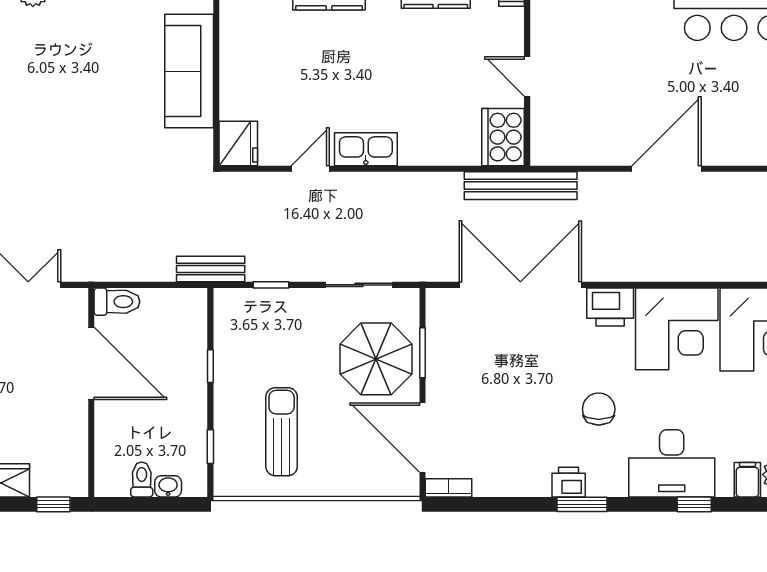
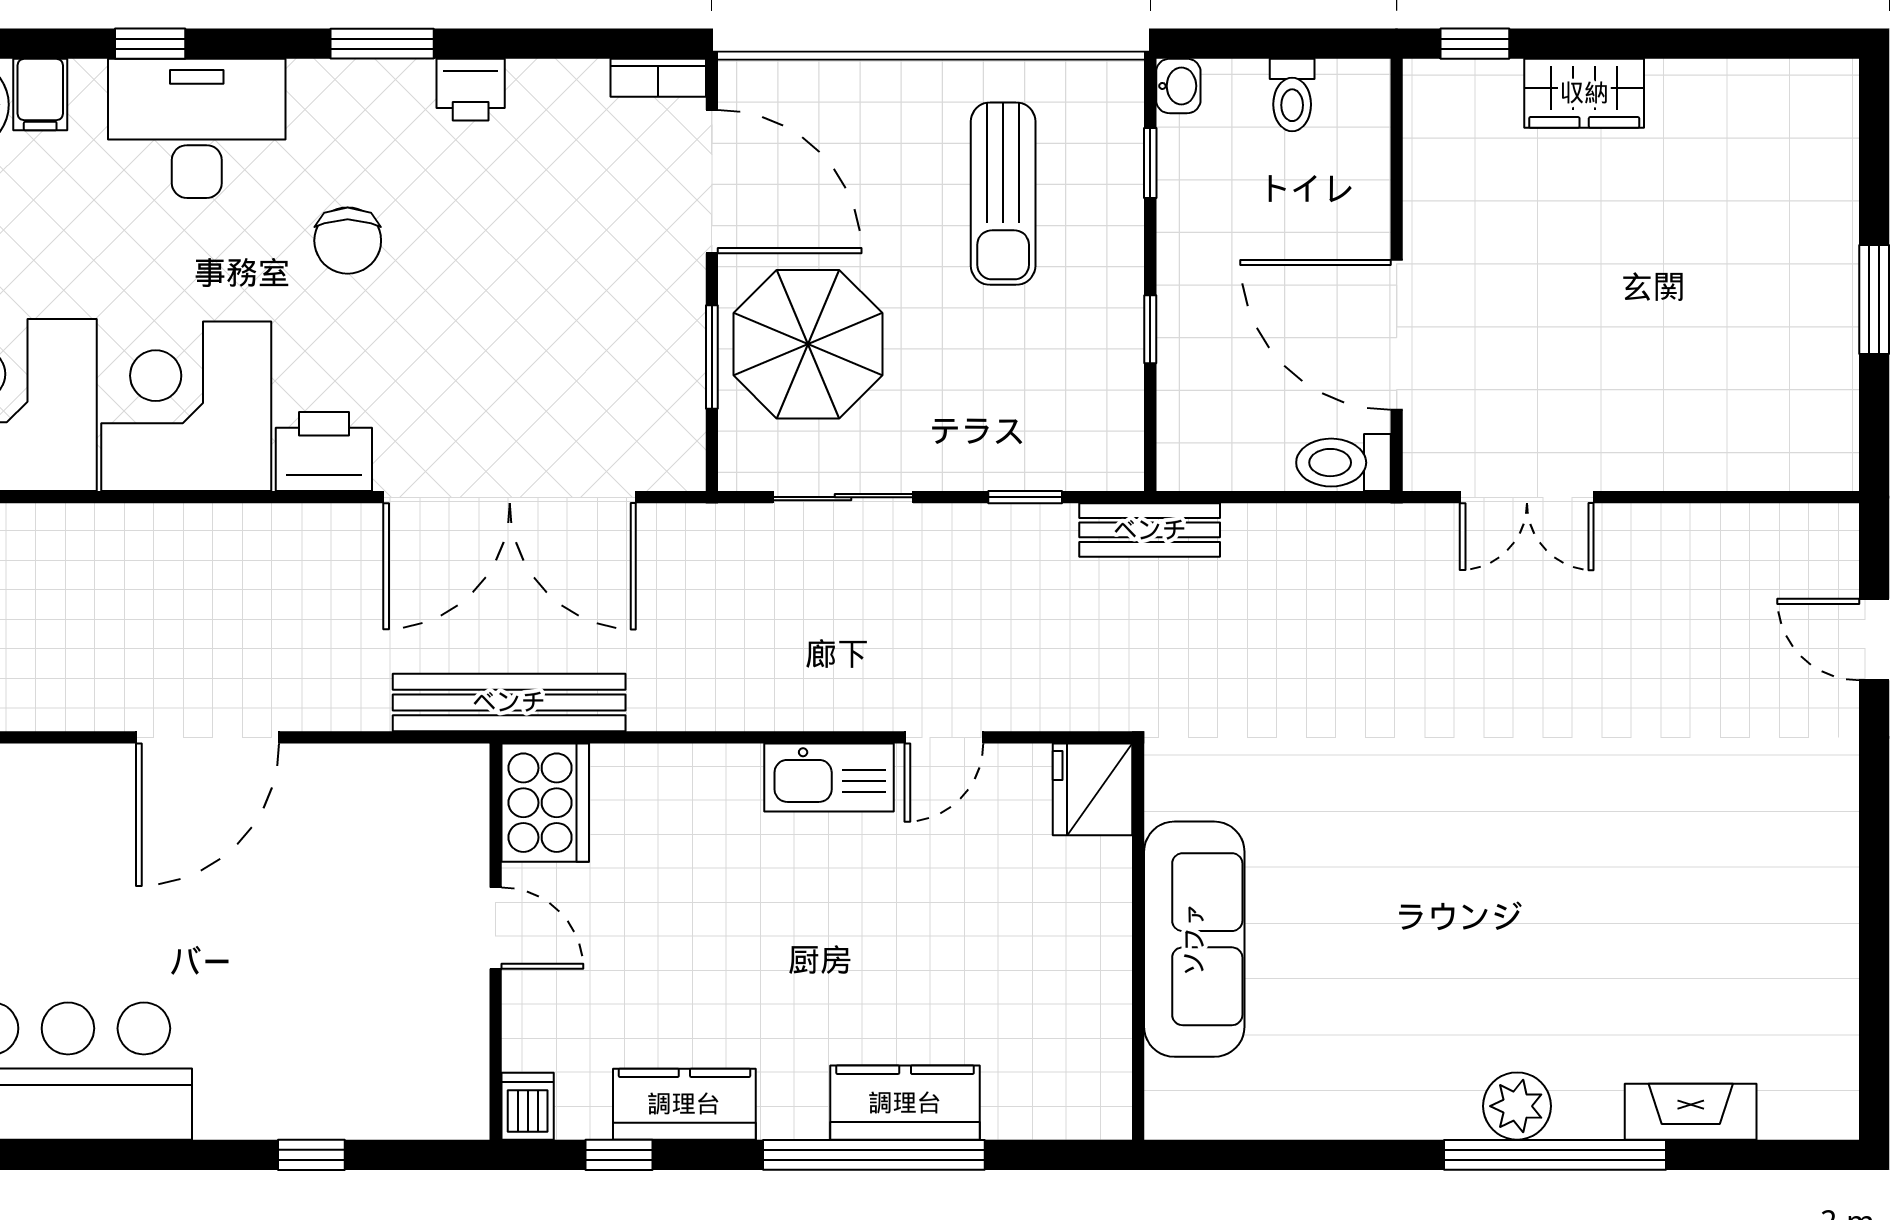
printer: (569, 482) -> (471, 90), moved
washbasin: (168, 486) -> (1178, 86), moved, turned -90

